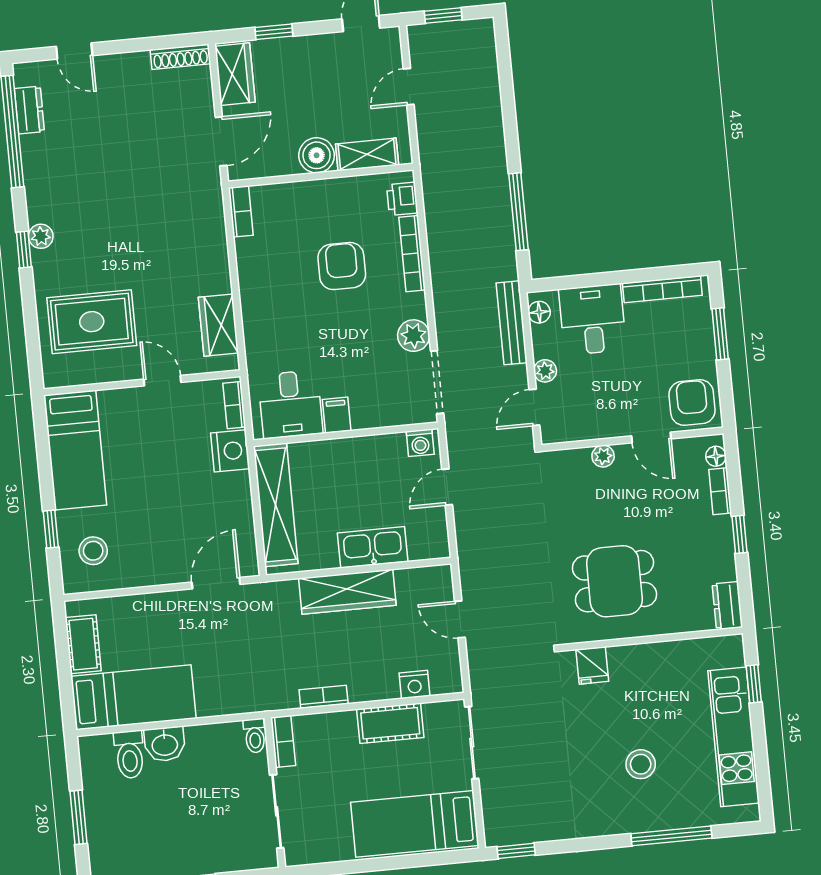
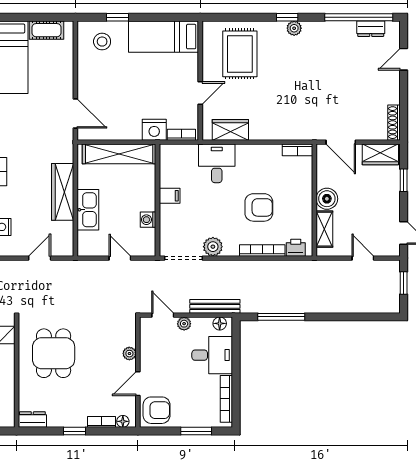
desk: (290, 404) -> (217, 163), moved, turned 90
washing machine: (420, 443) -> (148, 220), moved

